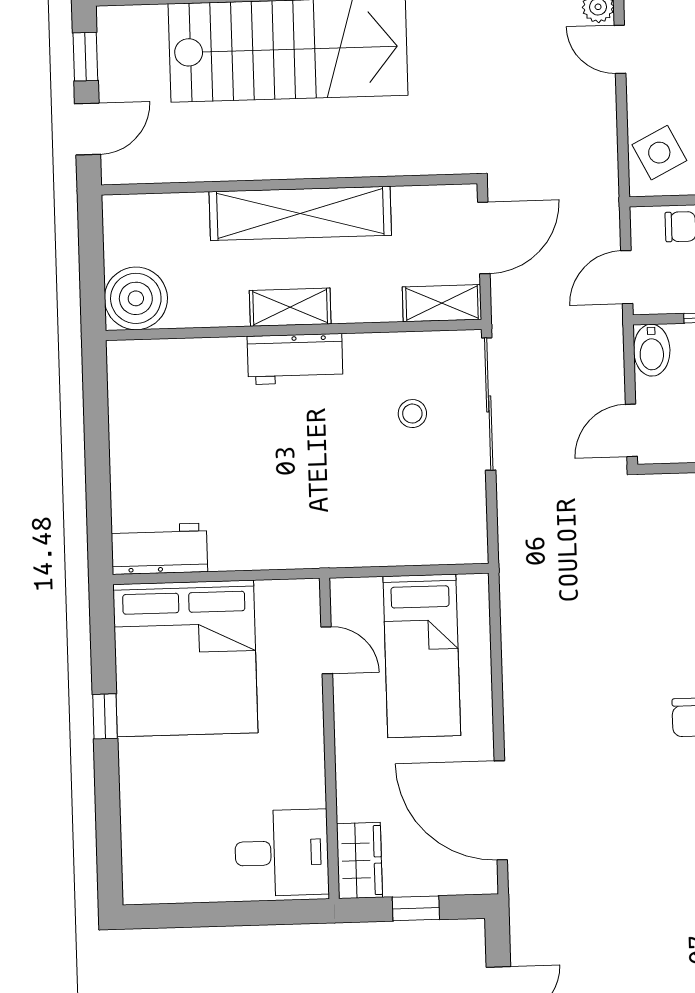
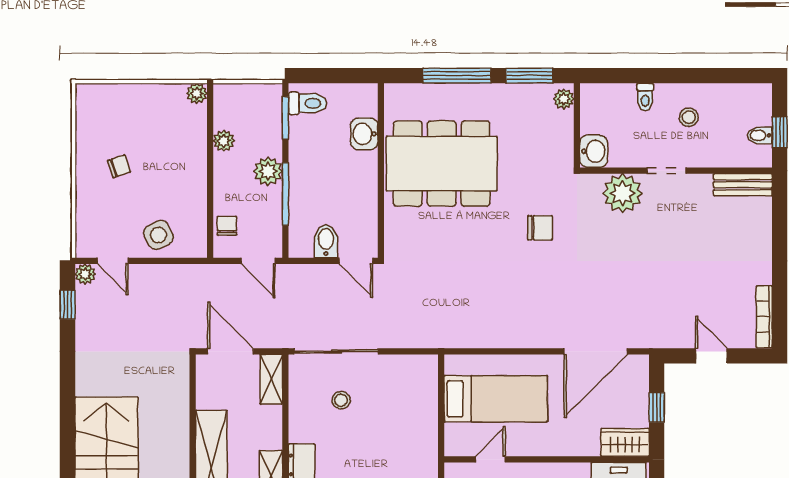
door: (620, 49) -> (113, 261), hinge flipped
side table: (659, 153) -> (158, 235), moved
bidet: (652, 350) -> (326, 241), moved, turned -90

